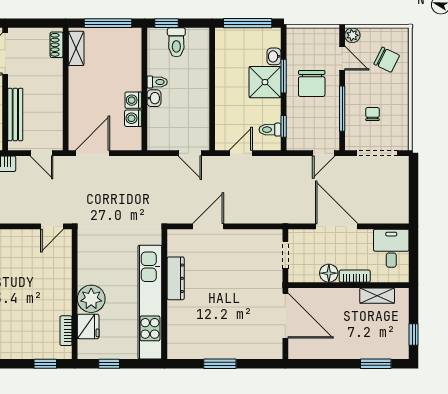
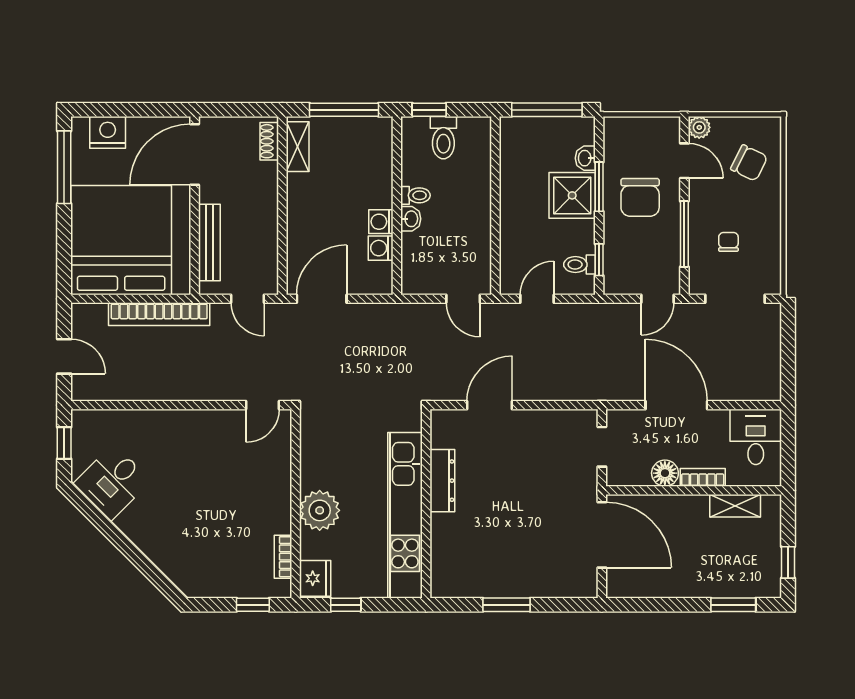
fridge: (88, 326) -> (315, 578), moved

